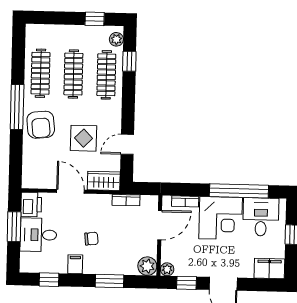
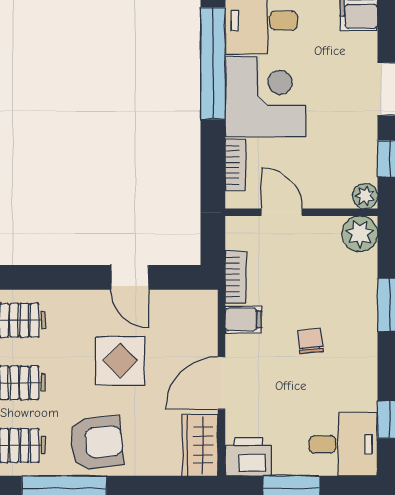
wardrobe: (104, 181) -> (200, 445), moved
door: (160, 225) -> (282, 212), width x0.73
desk: (38, 235) -> (344, 444), moved, turned -90
filing cabinet: (75, 264) -> (243, 319), moved, turned 180

